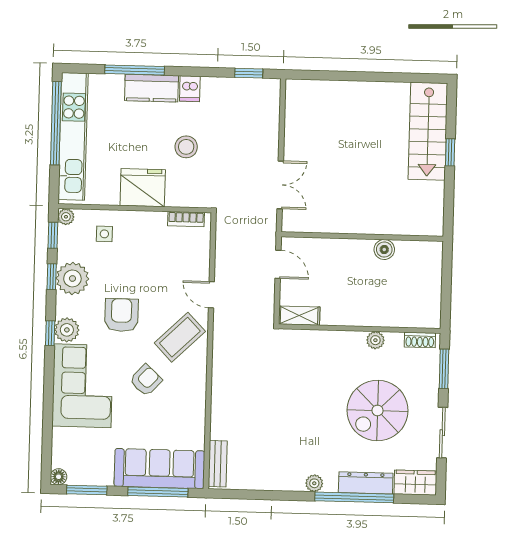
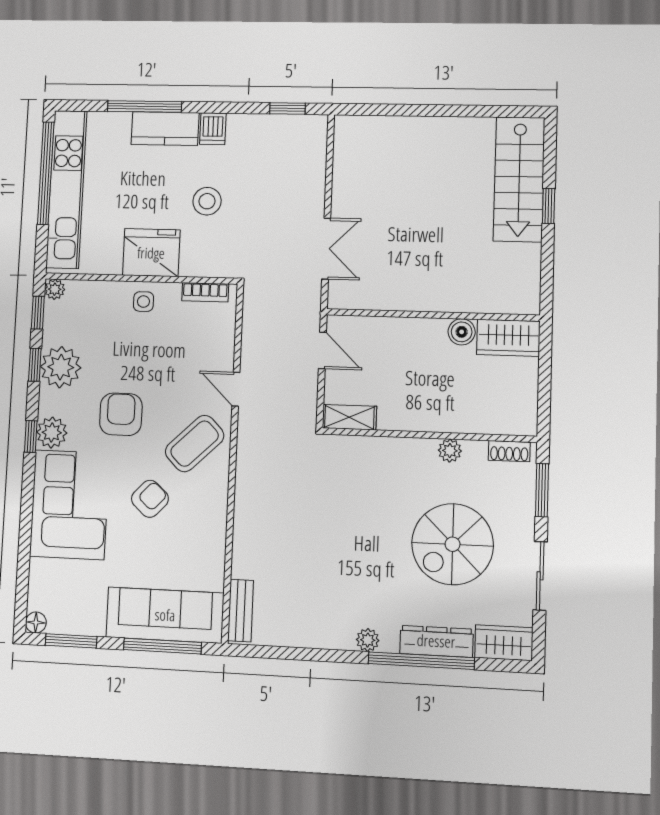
side table: (104, 234) -> (143, 302), moved
wardrobe: (419, 254) -> (508, 338), added

